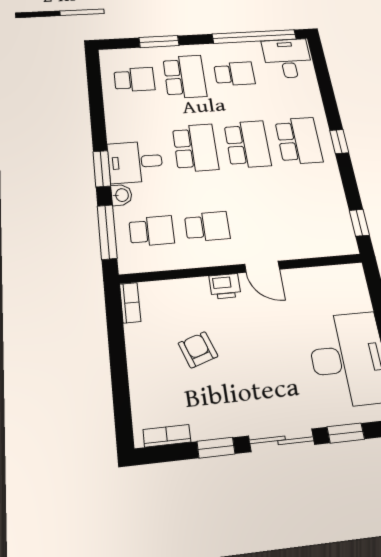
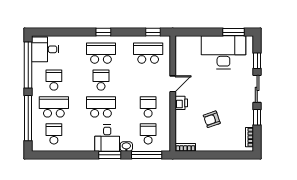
window: (159, 42) -> (28, 118), width x2.11
school desk: (247, 144) -> (101, 80), width x0.54
school desk: (316, 218) -> (148, 53), added

